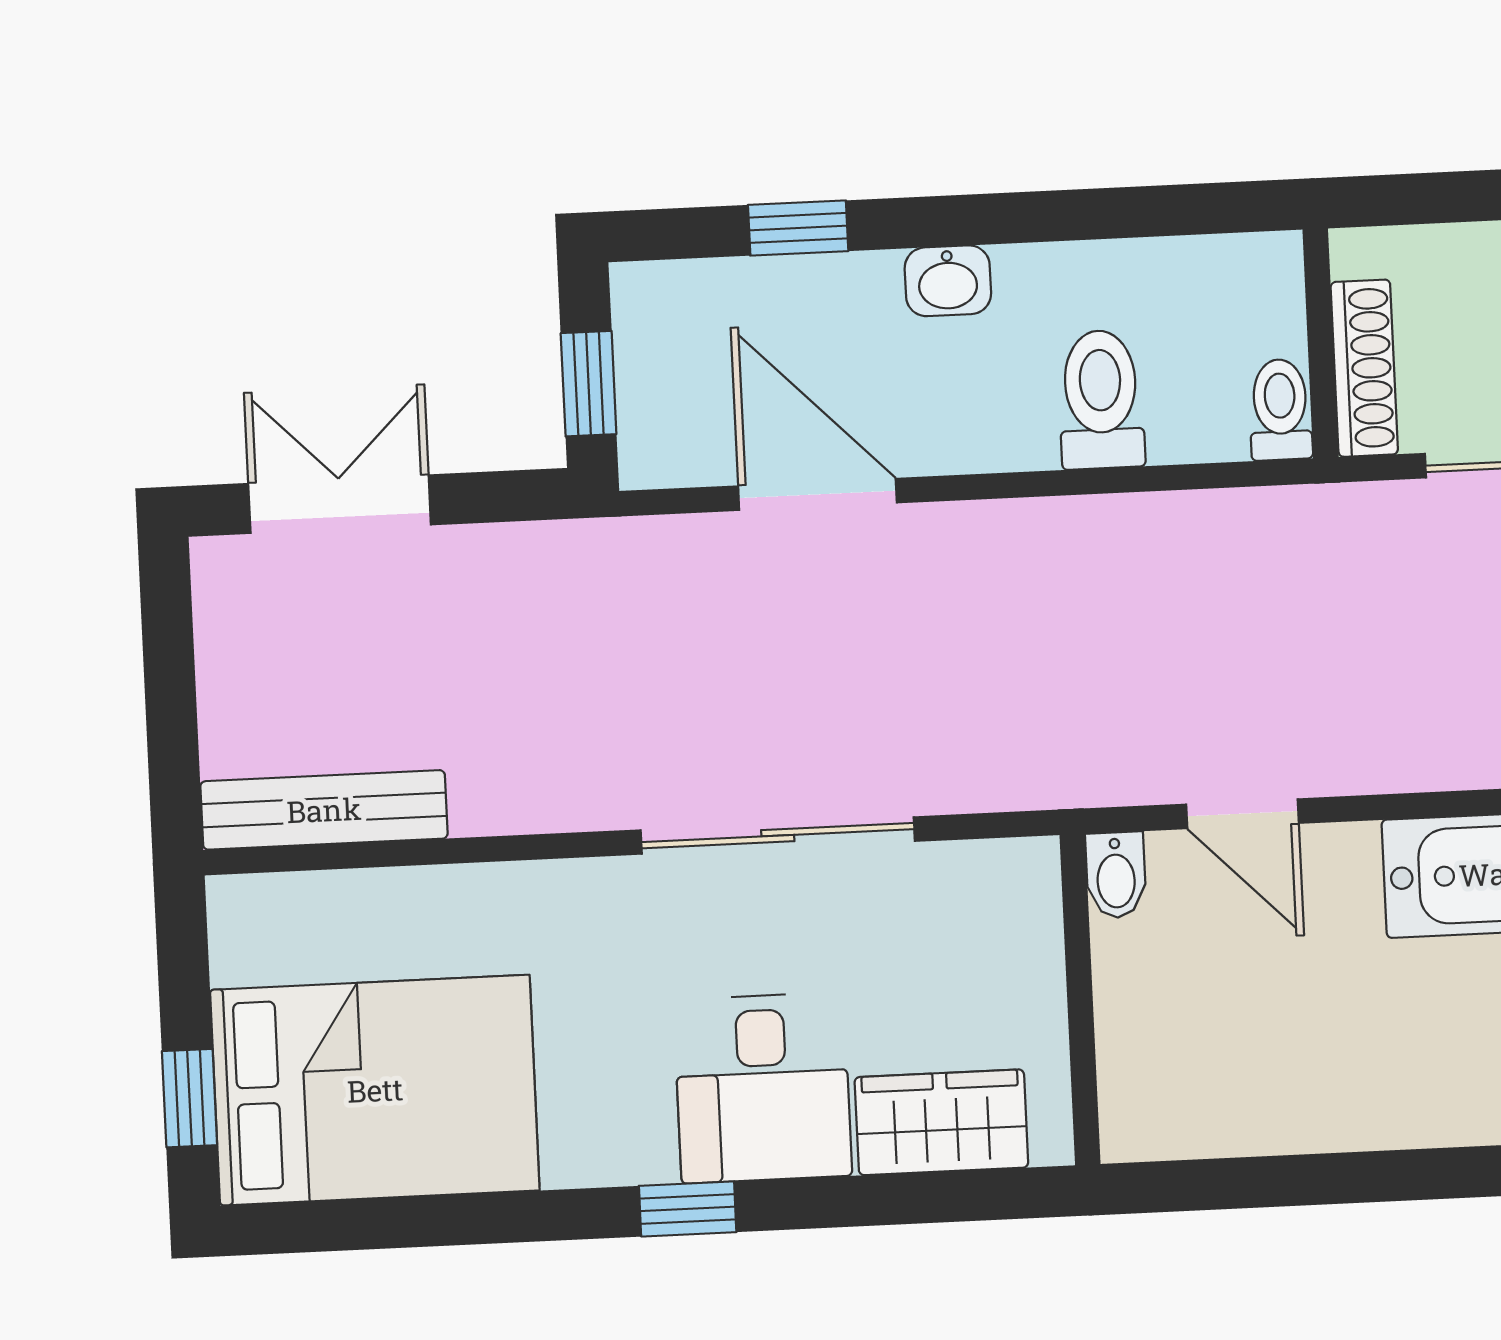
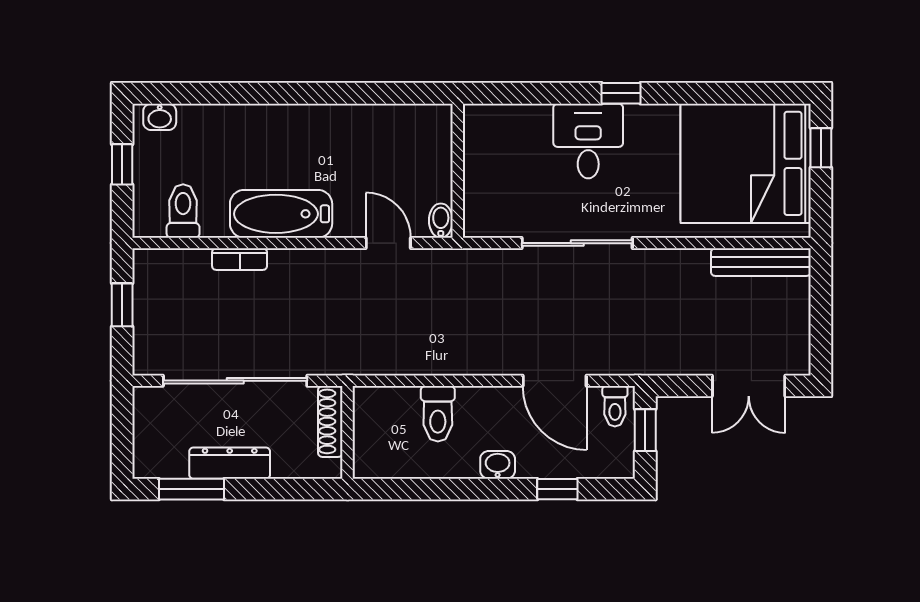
toilet: (1280, 410) -> (615, 406), moved
bed: (375, 1090) -> (746, 163), width x1.36
wardrobe: (941, 1122) -> (516, 124), removed

